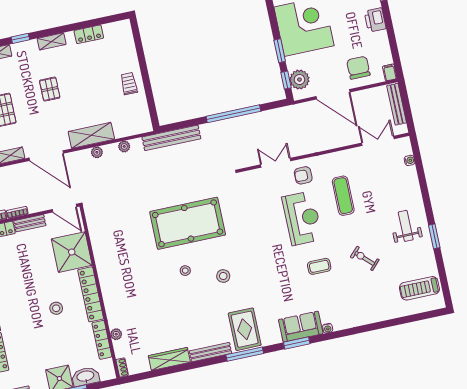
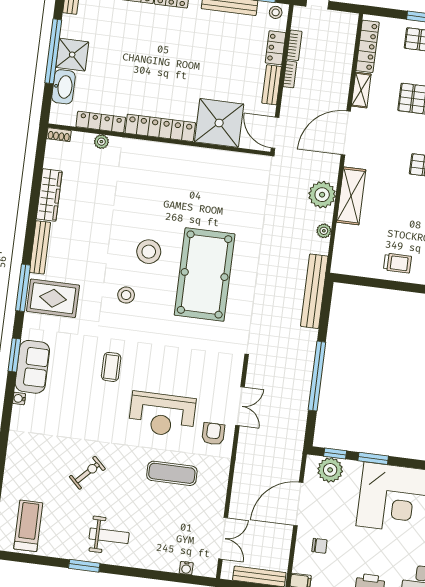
chair: (358, 68) -> (319, 546), width x0.54, depth x0.54
plant: (97, 152) -> (322, 195), width x1.88, depth x1.88
door: (64, 208) -> (275, 133), hinge flipped
coffee table: (319, 266) -> (111, 367), moved
stool: (185, 271) -> (149, 252), width x1.89, depth x1.89
stool: (56, 308) -> (158, 80), removed

